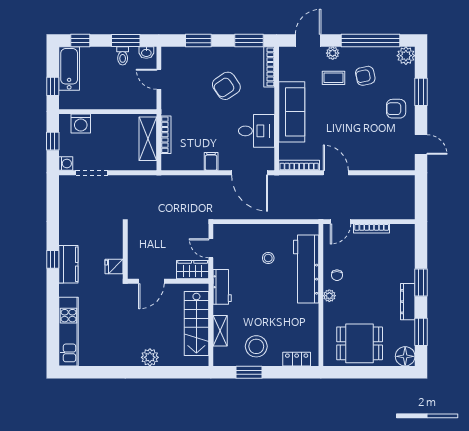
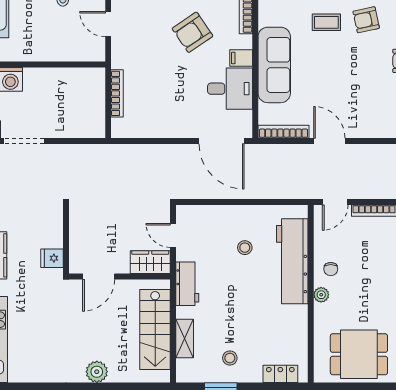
shelving: (148, 139) -> (94, 98), removed
filing cabinet: (211, 161) -> (241, 58), moved, turned -90
stool: (256, 346) -> (230, 358), width x0.53, depth x0.53

